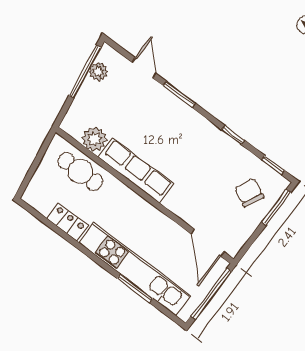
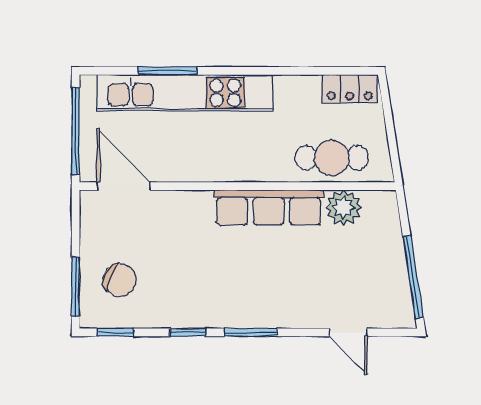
plant: (98, 72) -> (398, 289), removed
window: (179, 94) -> (251, 332), moved
locker: (67, 222) -> (350, 89), moved

